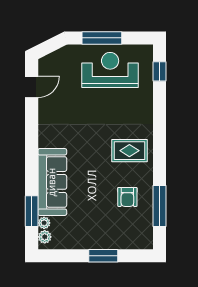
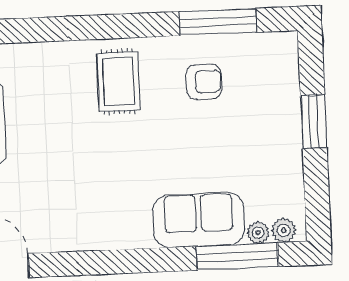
sofa: (52, 182) -> (199, 220), width x0.73
window: (32, 211) -> (237, 256), width x1.44

